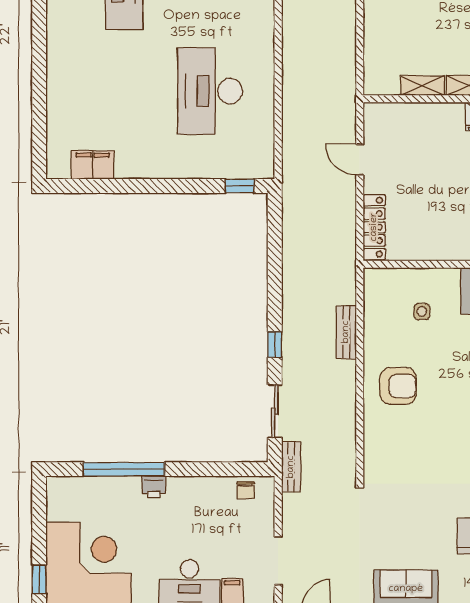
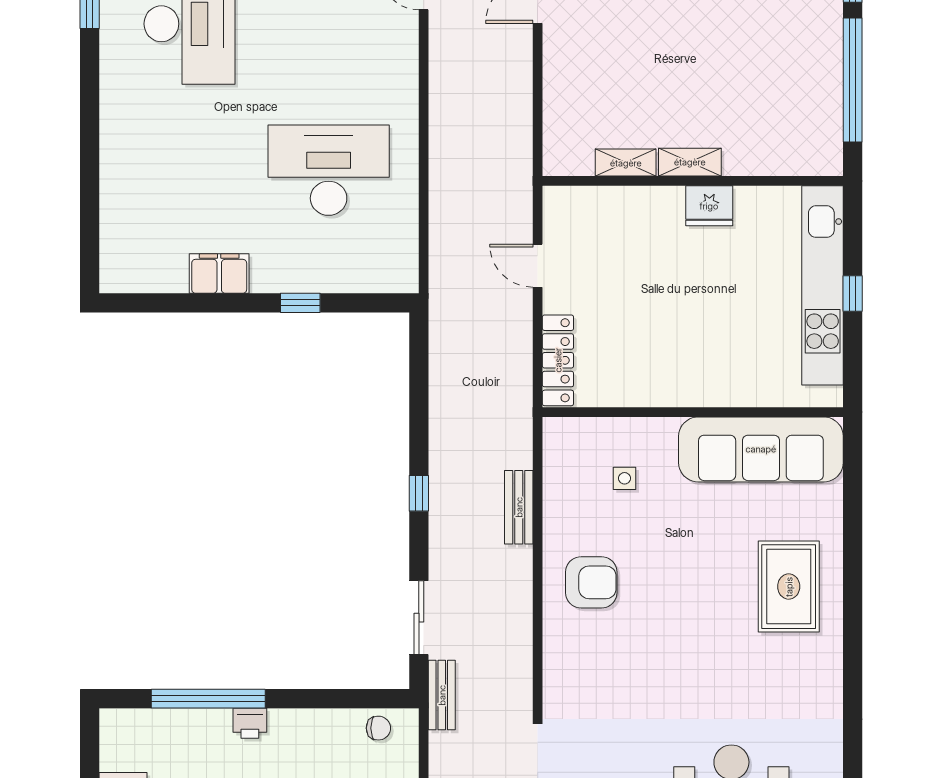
desk: (210, 91) -> (329, 170), turned 90
filing cabinet: (93, 165) -> (219, 273), moved
window: (239, 186) -> (300, 303), moved
window: (275, 345) -> (419, 493), moved
chair: (246, 490) -> (378, 728), turned -90

